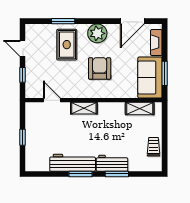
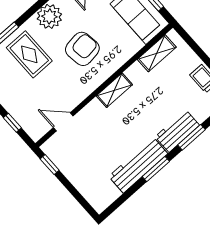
armchair: (100, 68) -> (82, 49), turned 82
shelving: (84, 108) -> (114, 90), moved
window: (22, 137) -> (50, 164), moved

